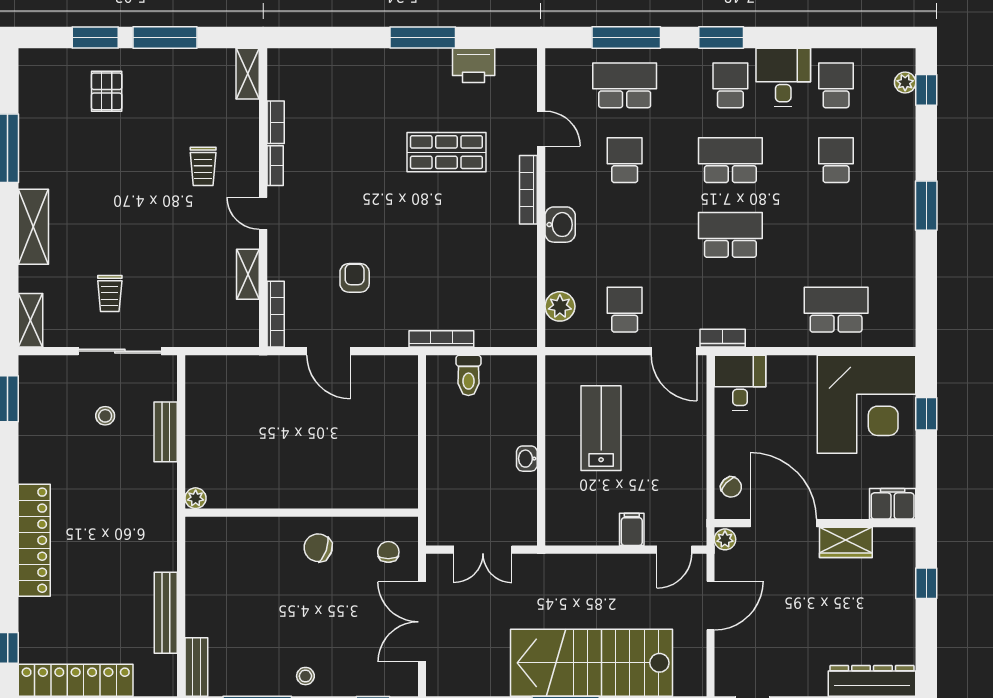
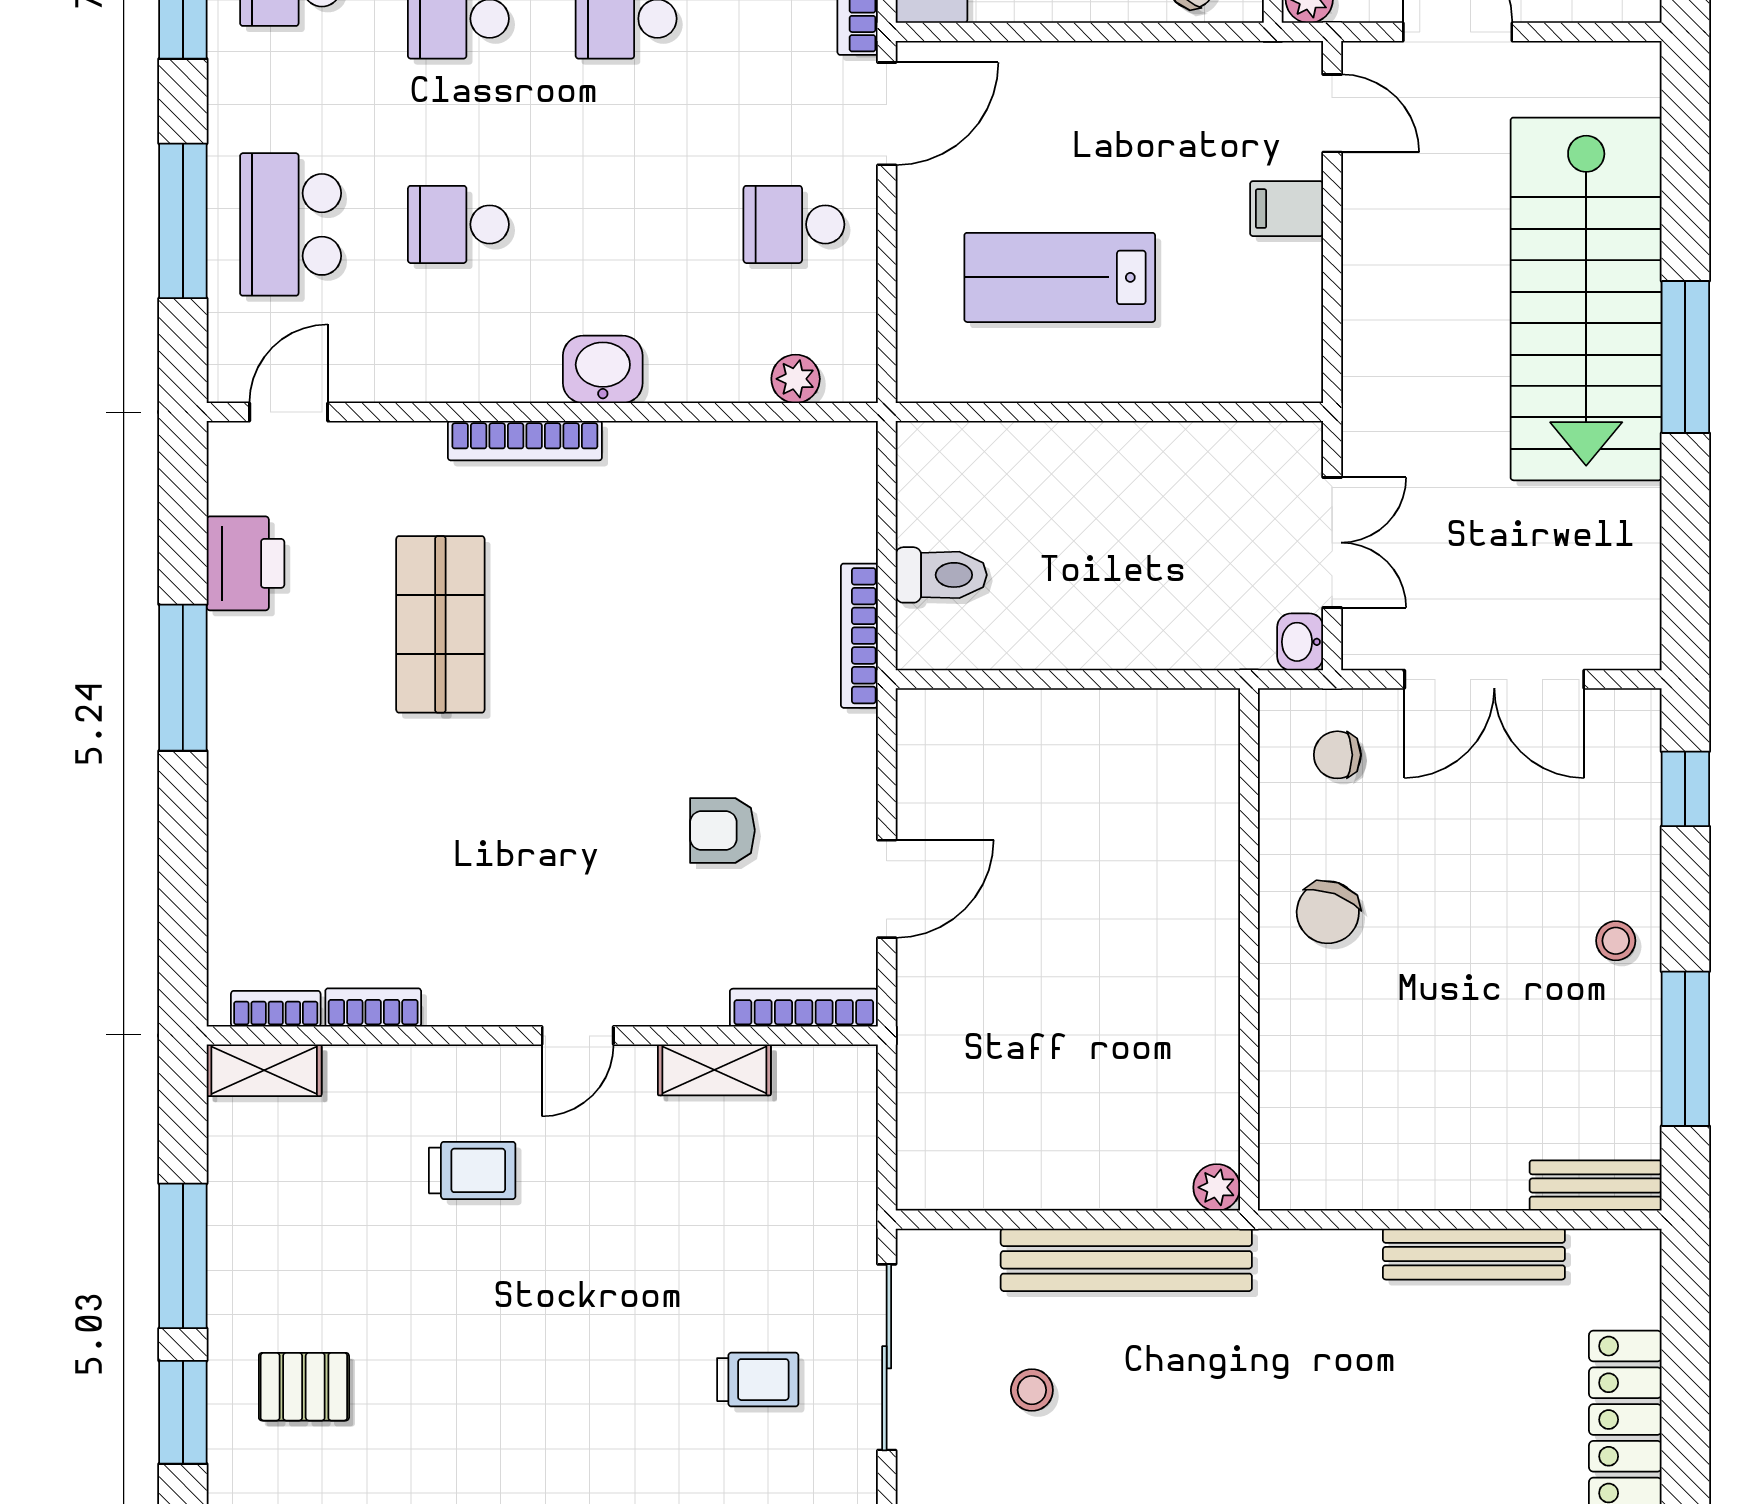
door: (541, 129) -> (289, 412), moved
bookcase: (275, 166) -> (276, 1009), moved
plant: (560, 306) -> (796, 379), width x0.73, depth x0.73
bench: (166, 432) -> (1126, 1260), width x1.86, depth x1.21
washbasin: (527, 459) -> (1300, 642), moved, turned 90

